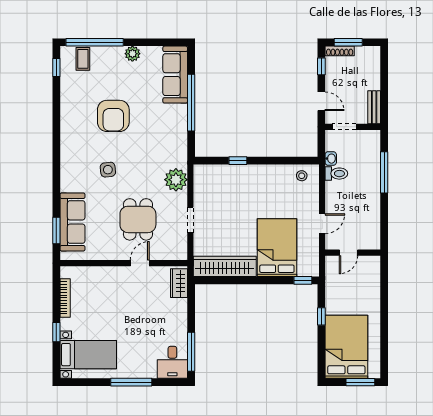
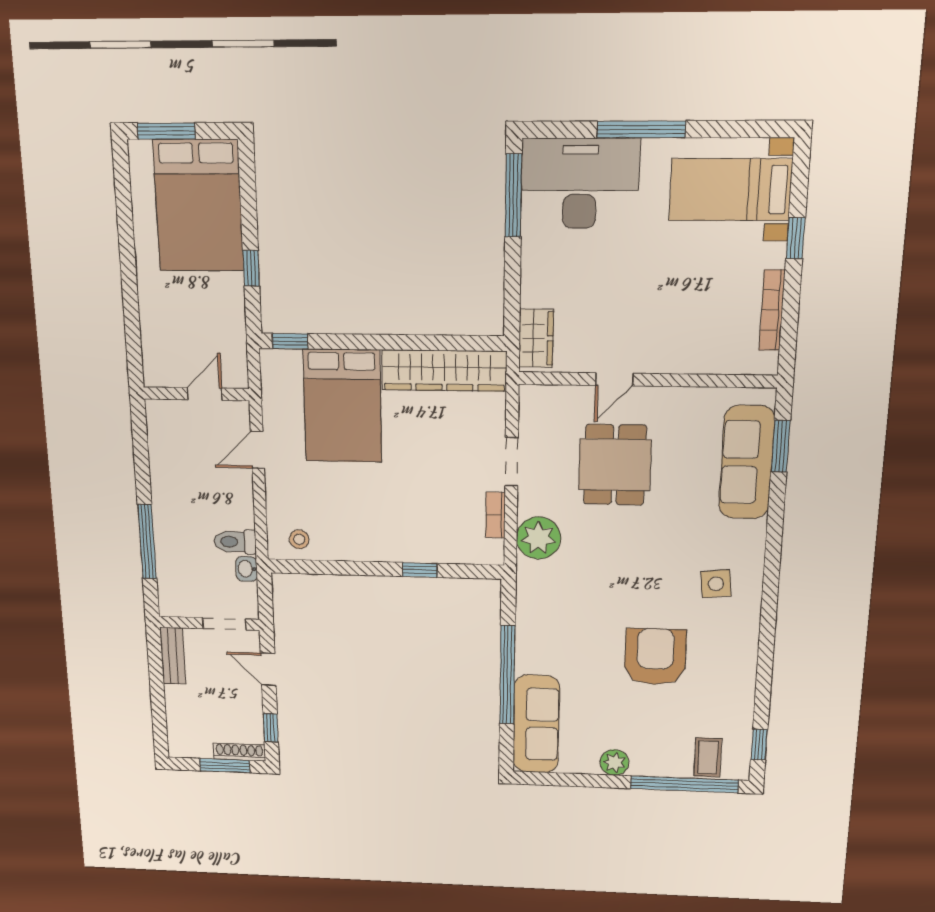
side table: (108, 170) -> (716, 584), moved
bookcase: (198, 191) -> (496, 515), added
desk: (172, 362) -> (580, 183), width x1.87, depth x1.30

